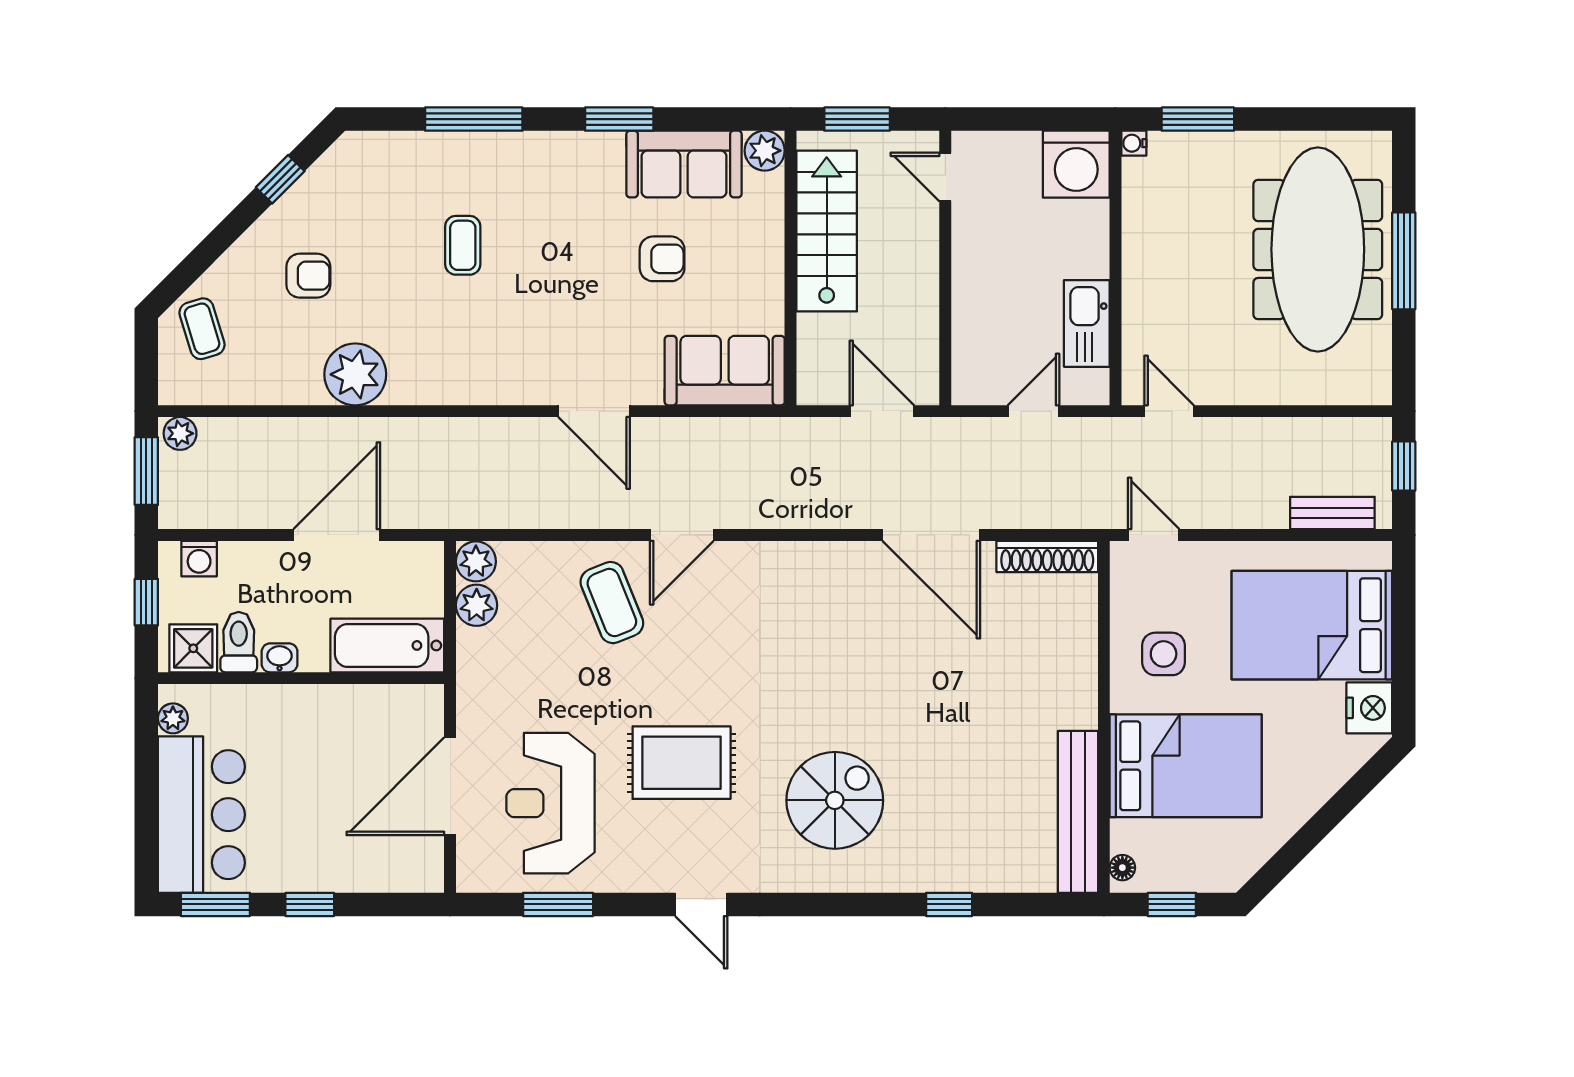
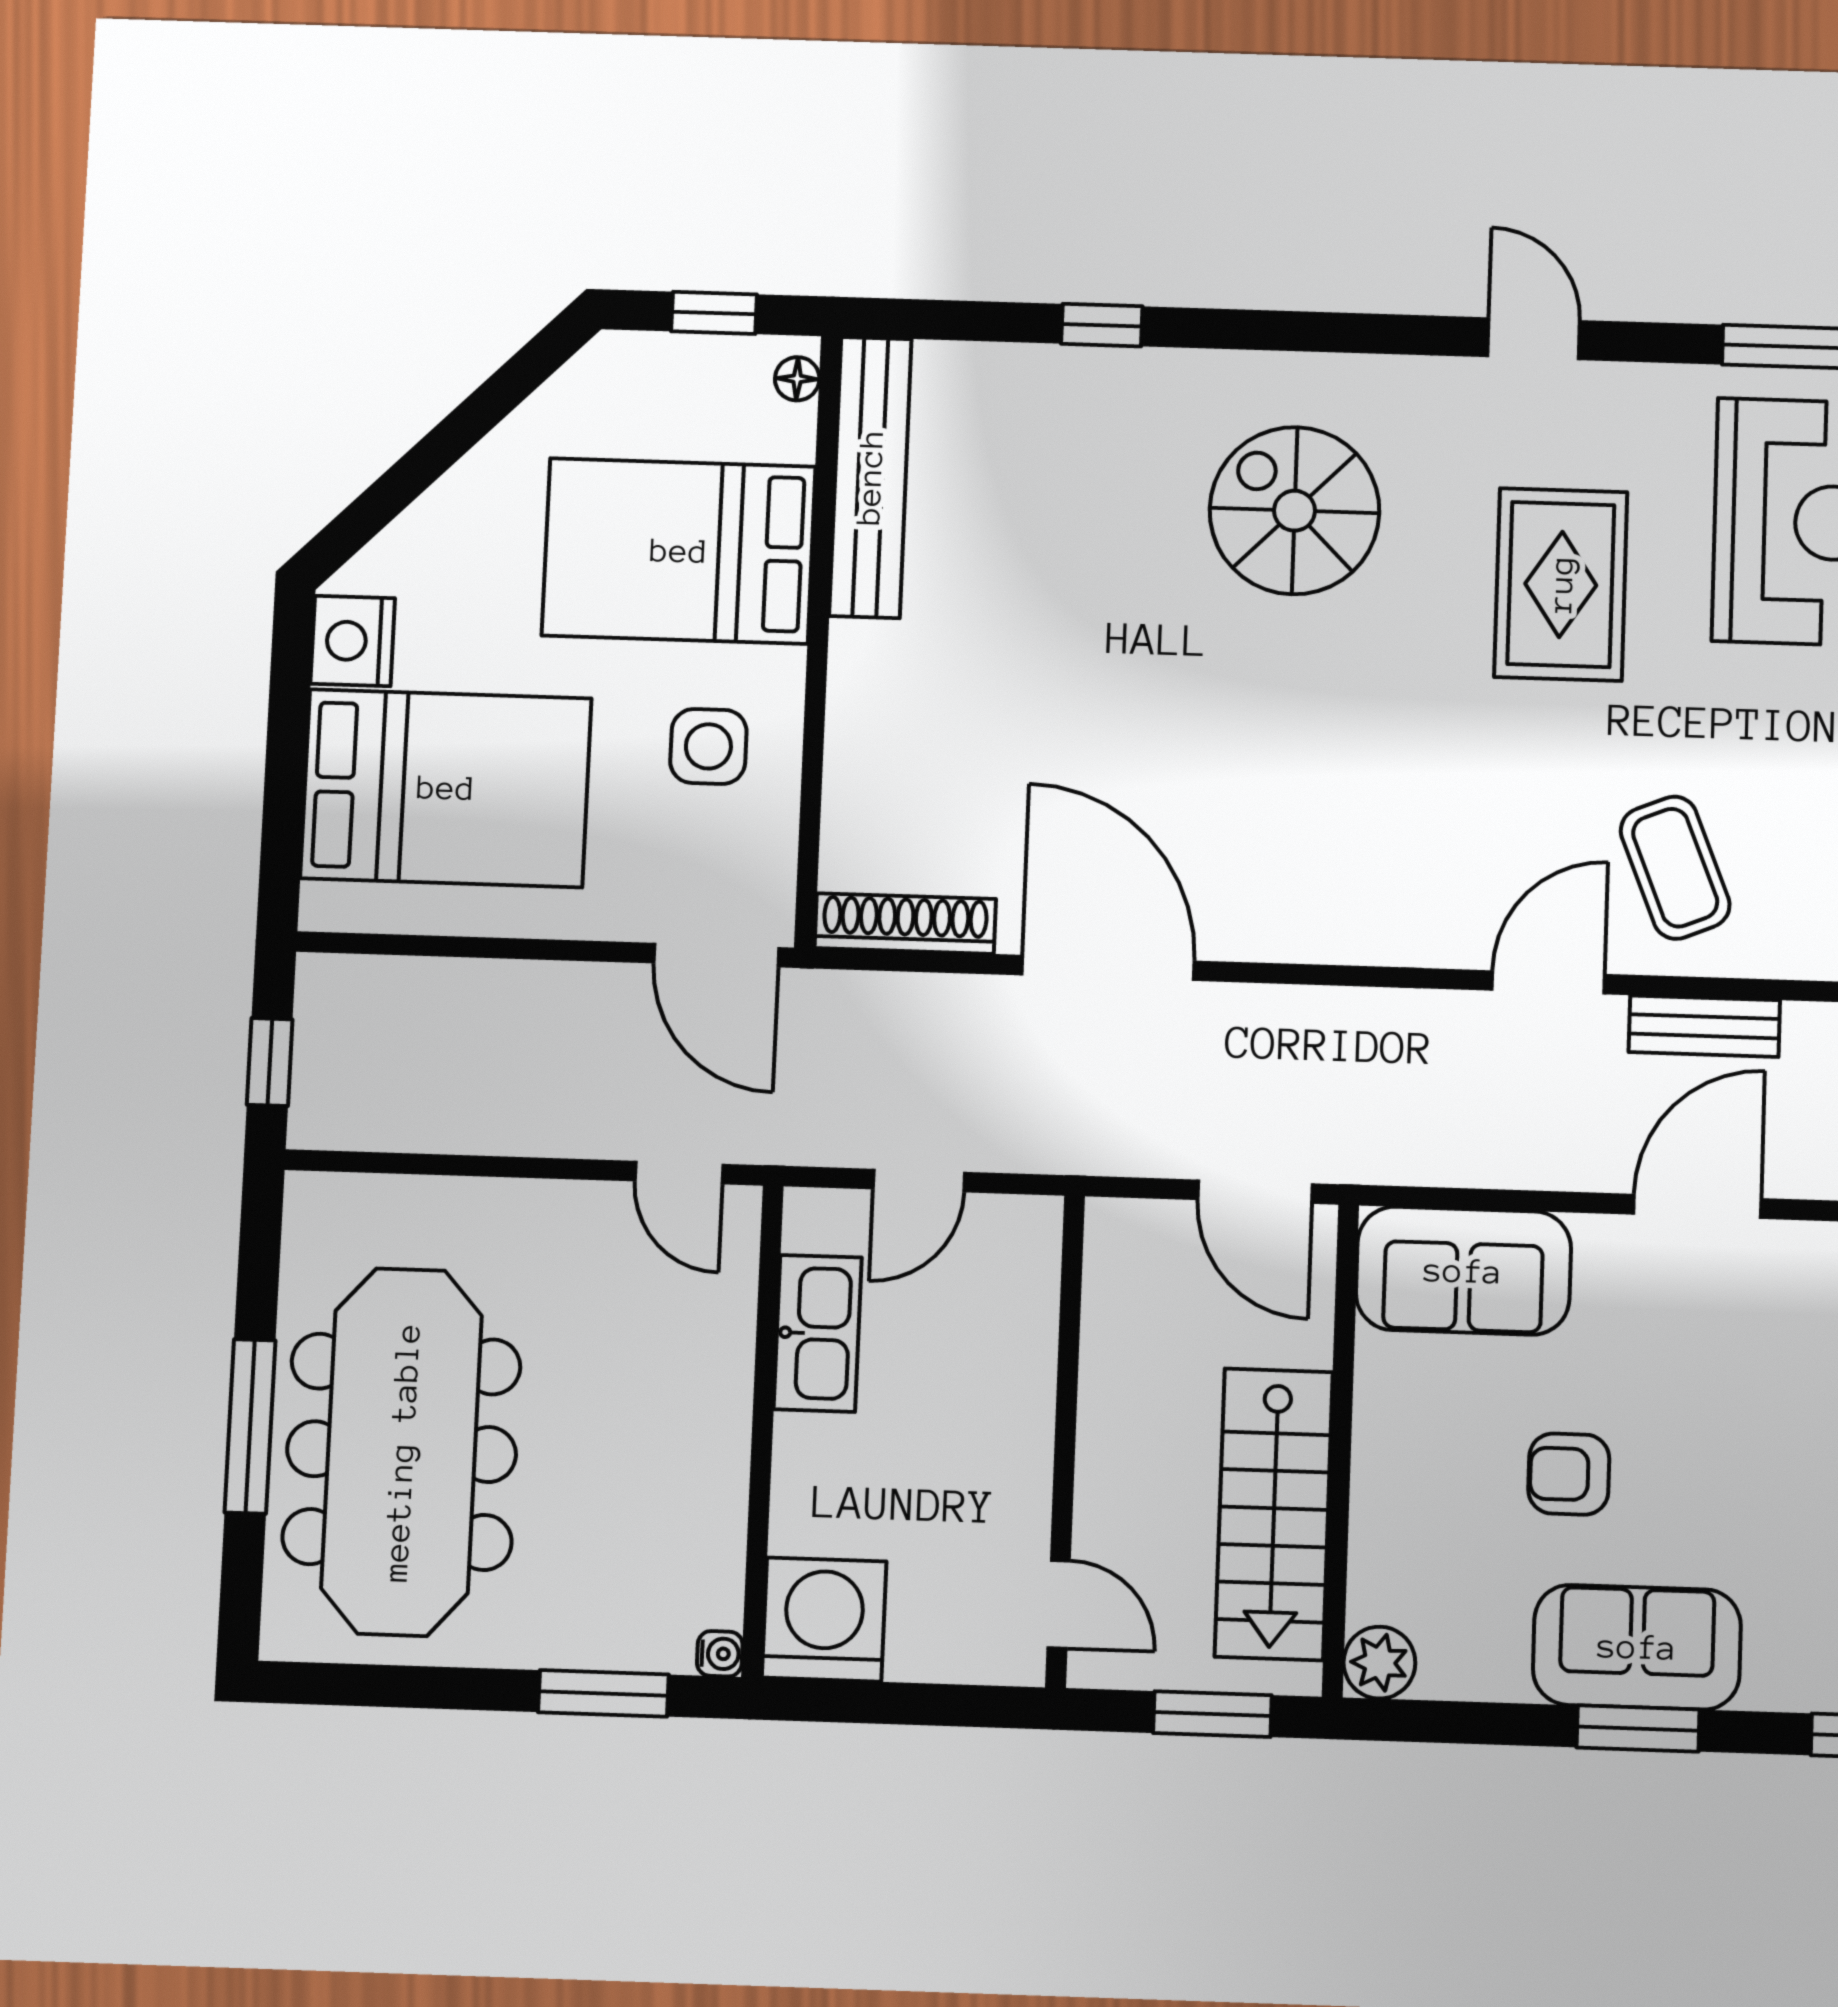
sofa: (684, 164) -> (1637, 1647), moved
door: (594, 411) -> (1697, 1206), hinge flipped
door: (882, 411) -> (1255, 1192), moved
bench: (1332, 513) -> (1704, 1026), moved
door: (1154, 535) -> (716, 955), width x1.38
rug: (682, 763) -> (1561, 584), turned 90
spiral stairs: (835, 800) -> (1295, 511), turned 90

